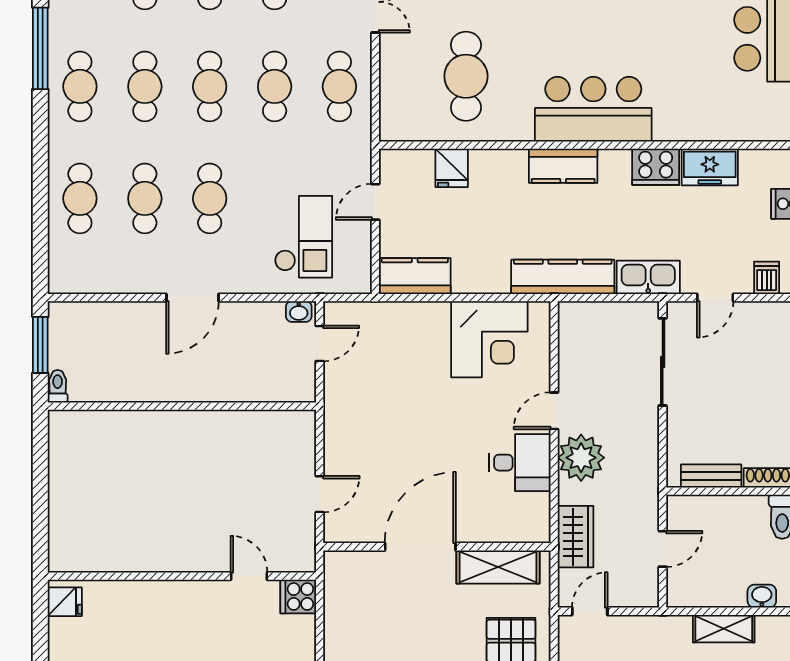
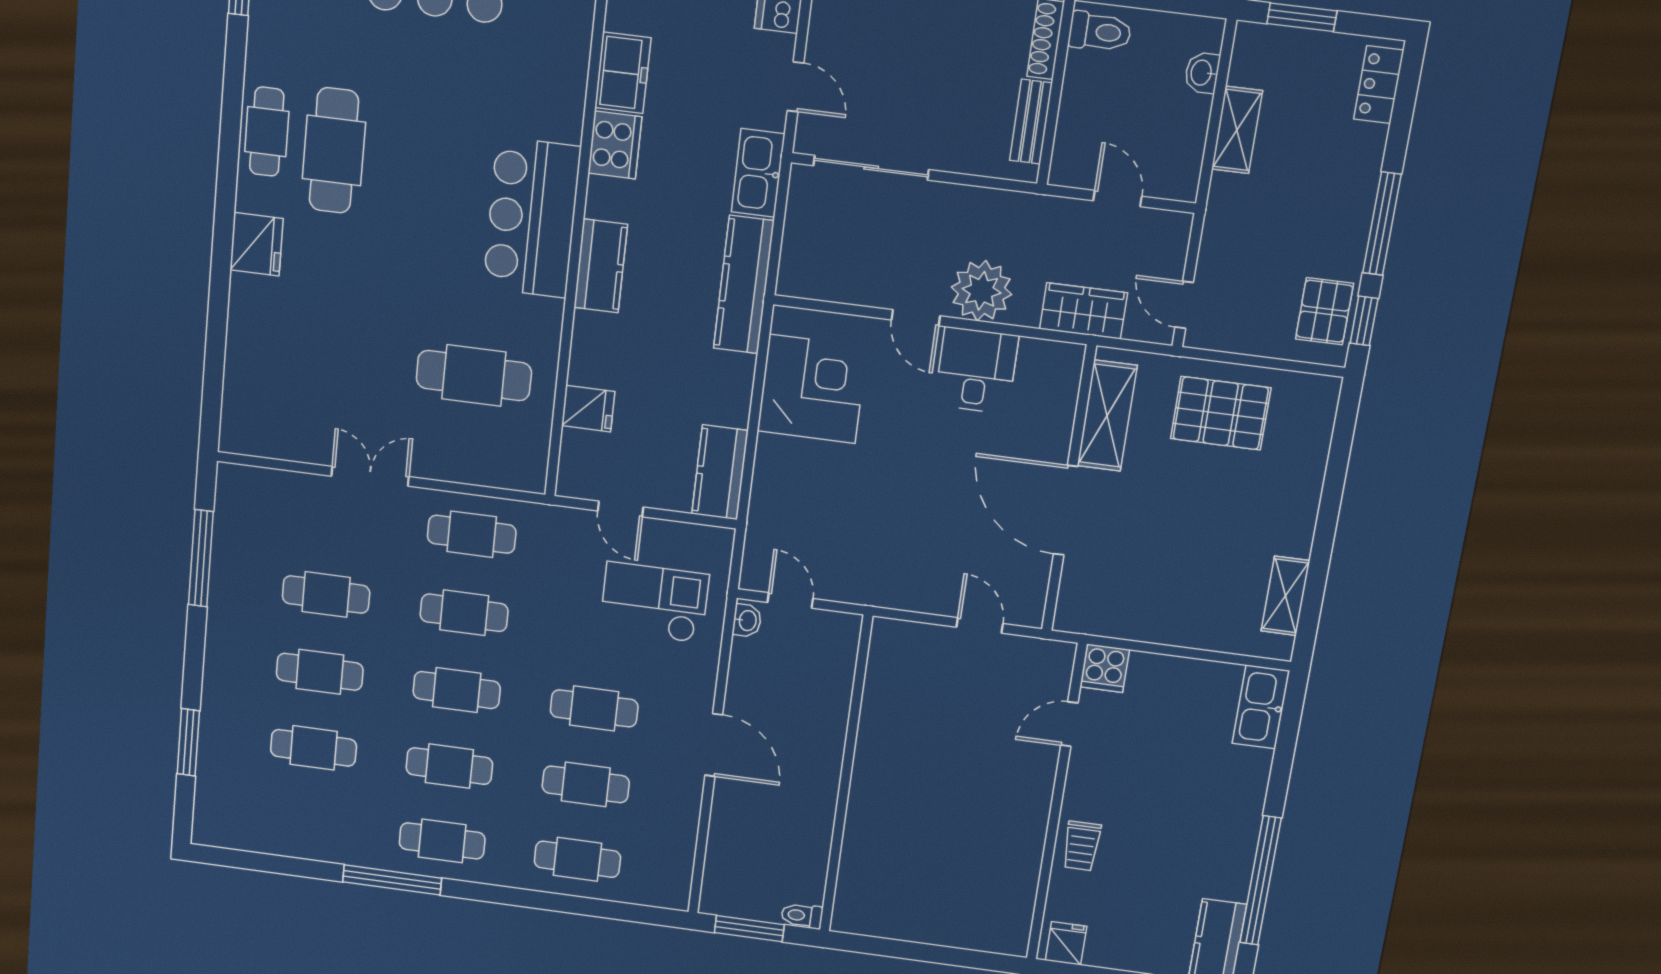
trolley: (149, 601) -> (1082, 846), added

